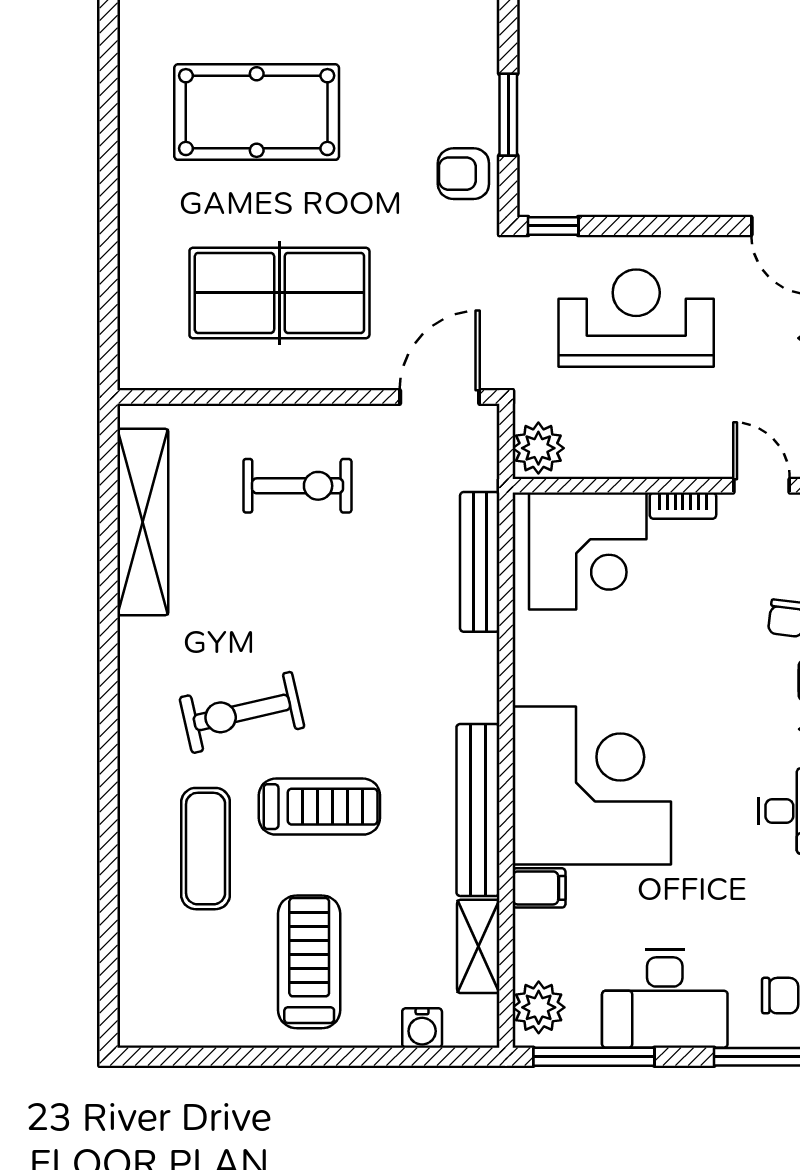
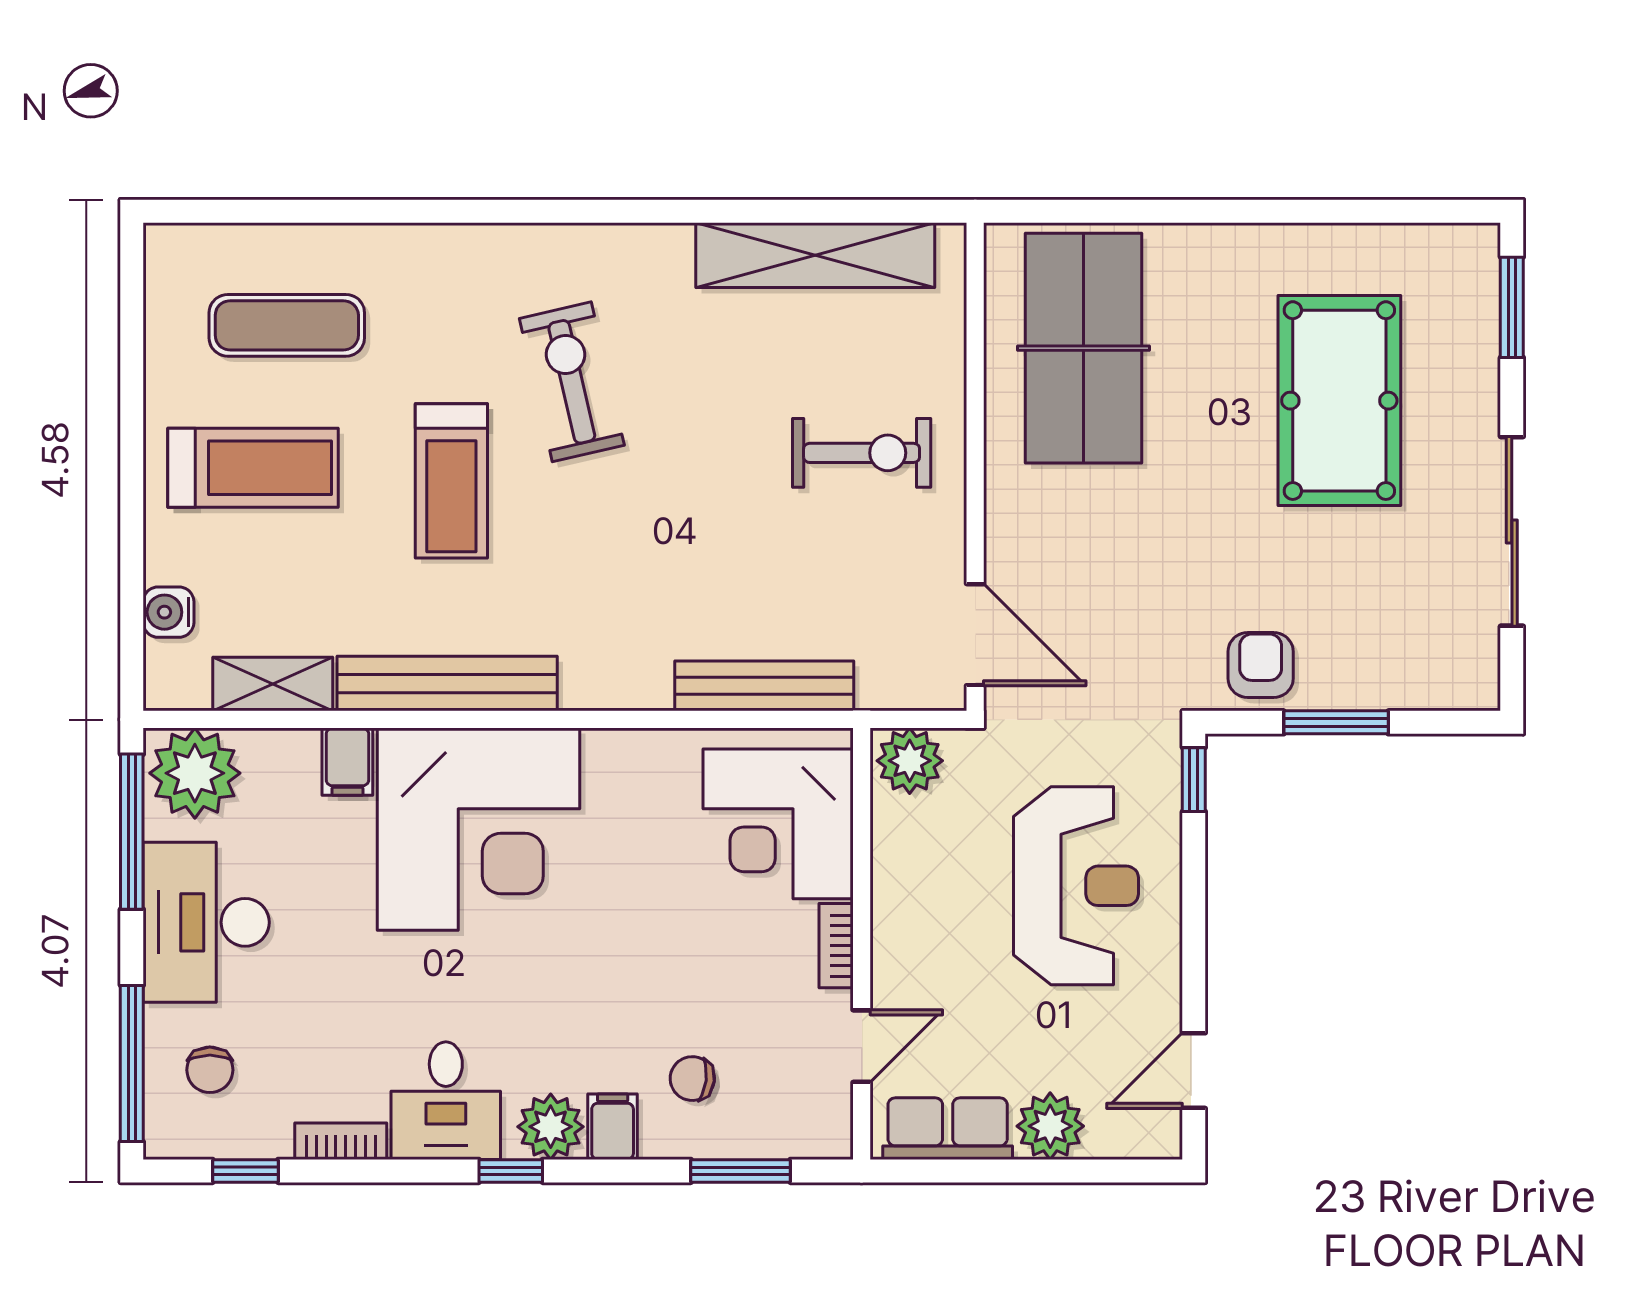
table tennis table: (279, 293) -> (1083, 348), moved
exercise bike: (298, 486) -> (862, 453), turned -90
exercise mat: (206, 849) -> (287, 325), moved
plant: (539, 1007) -> (195, 773), width x1.36, depth x1.36

